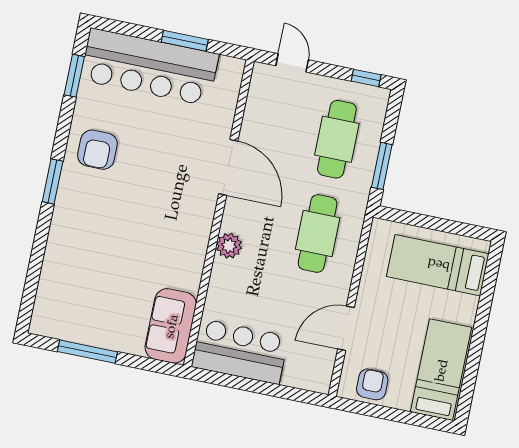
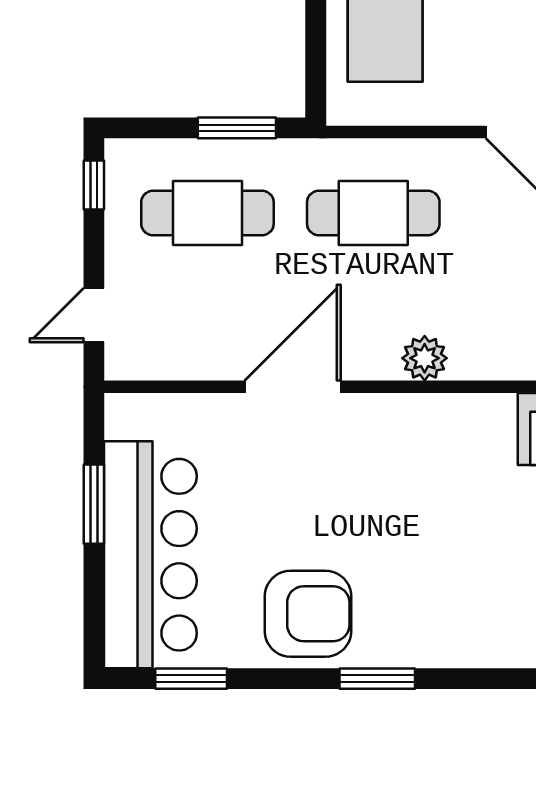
armchair: (97, 150) -> (308, 614), width x1.36, depth x1.36

